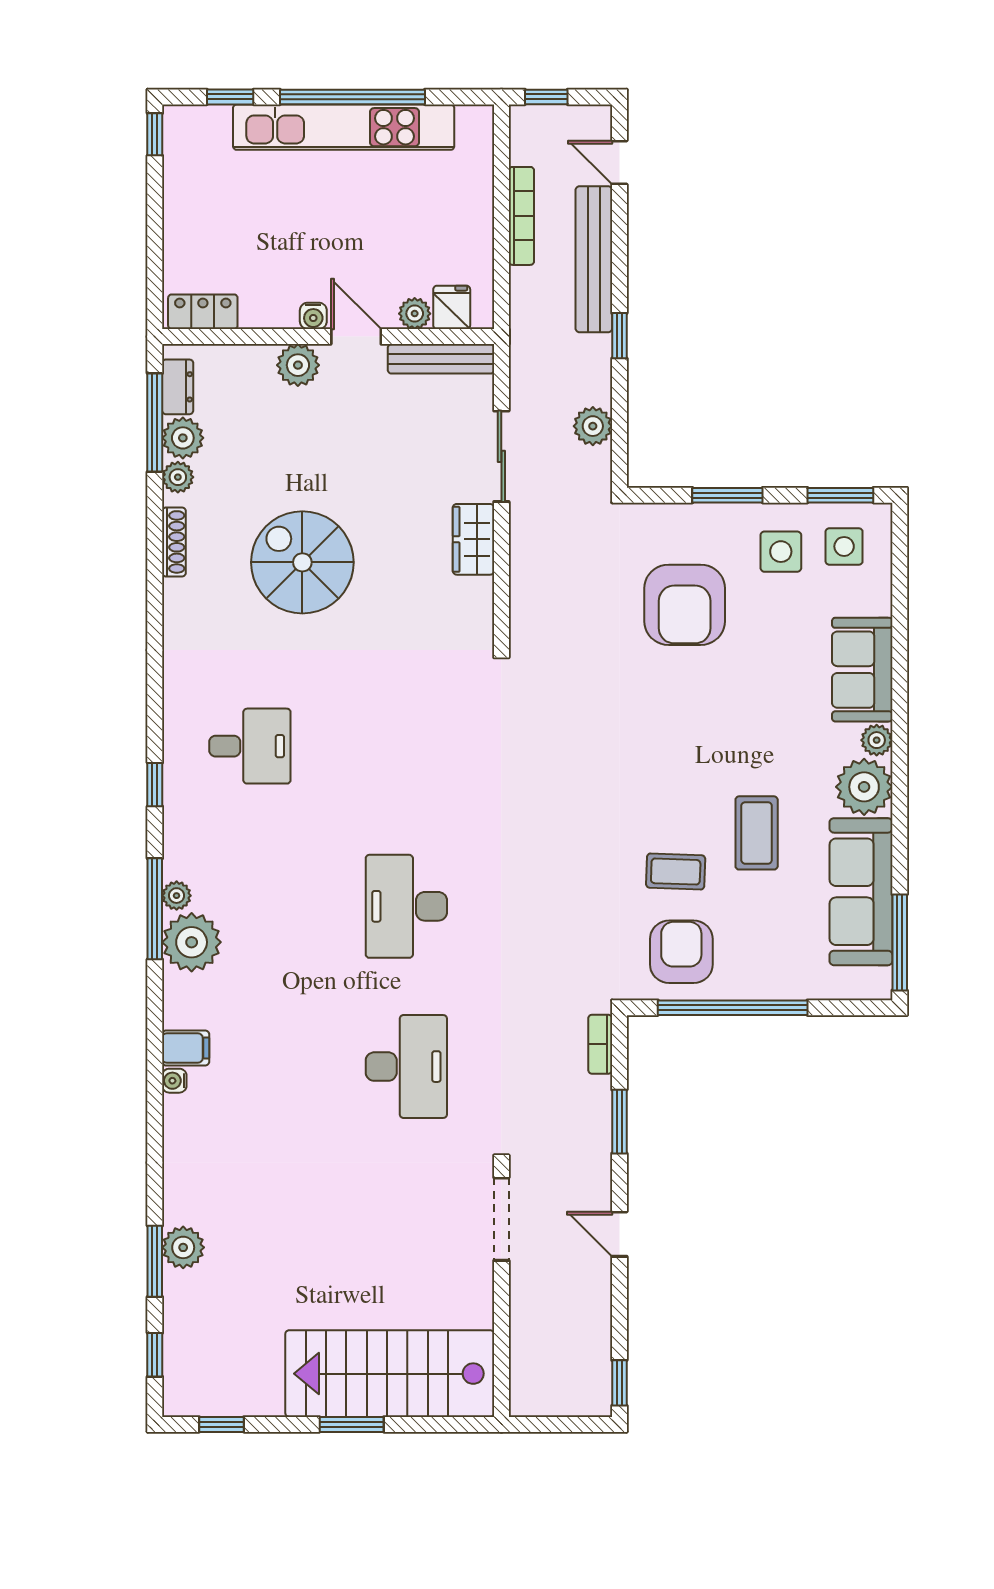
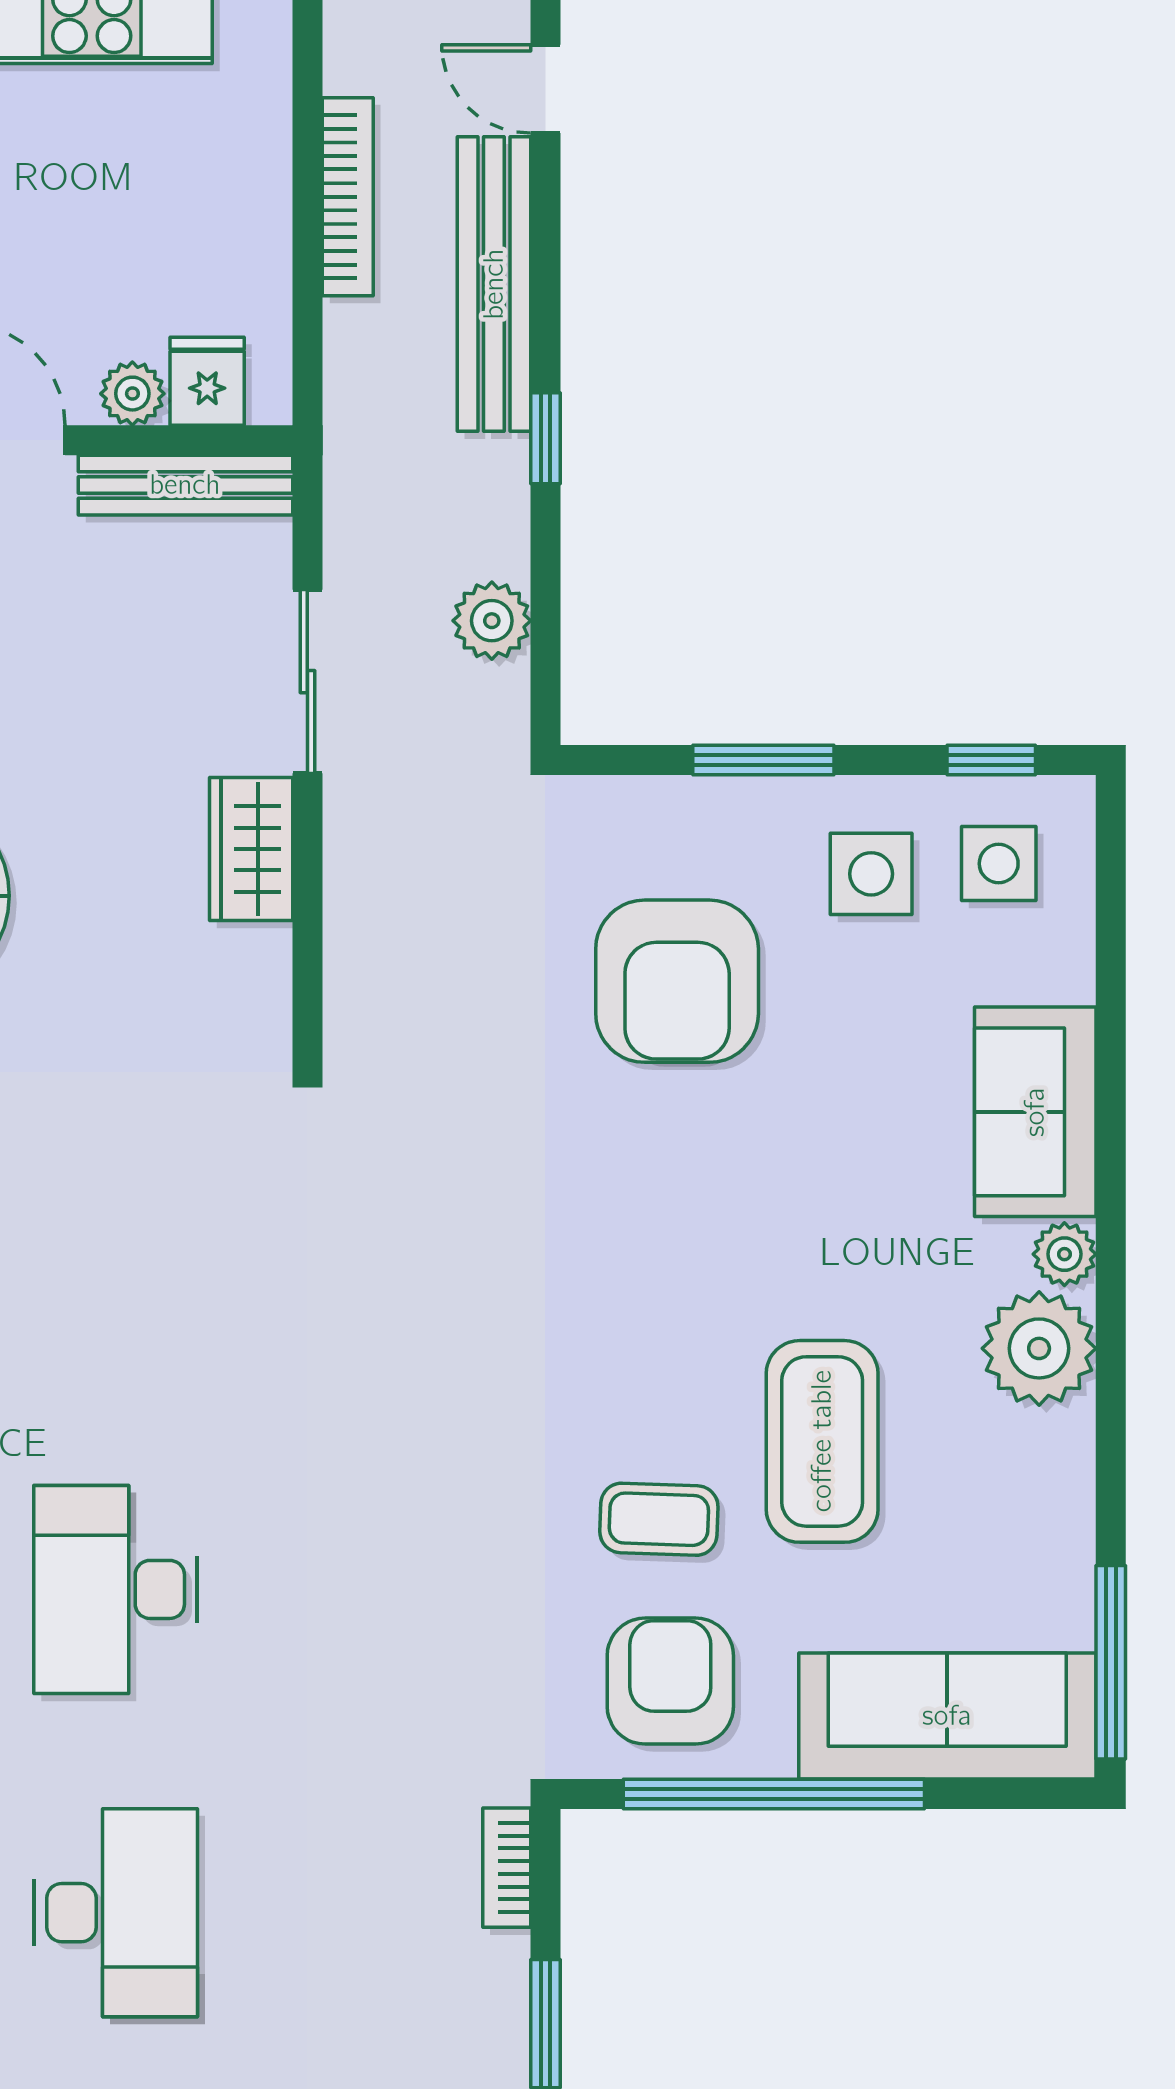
window: (840, 495) -> (991, 760), width x0.67
coffee table: (757, 833) -> (822, 1441), width x1.36, depth x1.32
sofa: (861, 892) -> (947, 1716), moved, turned 90

